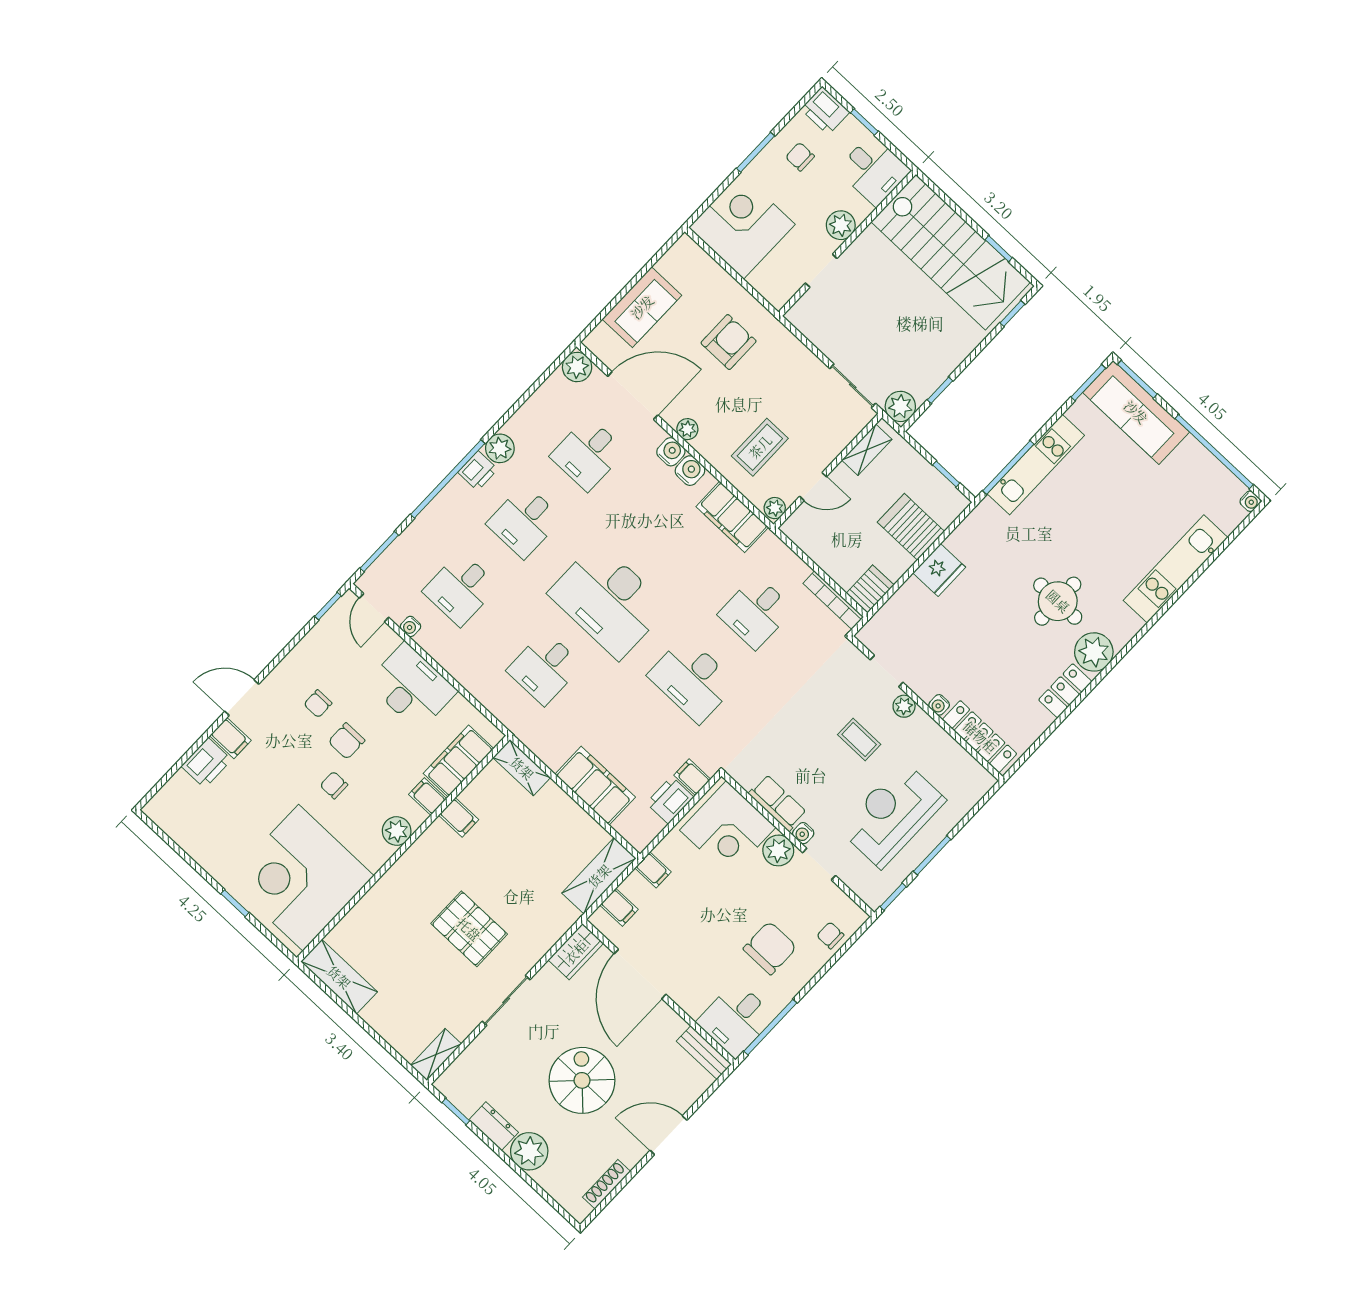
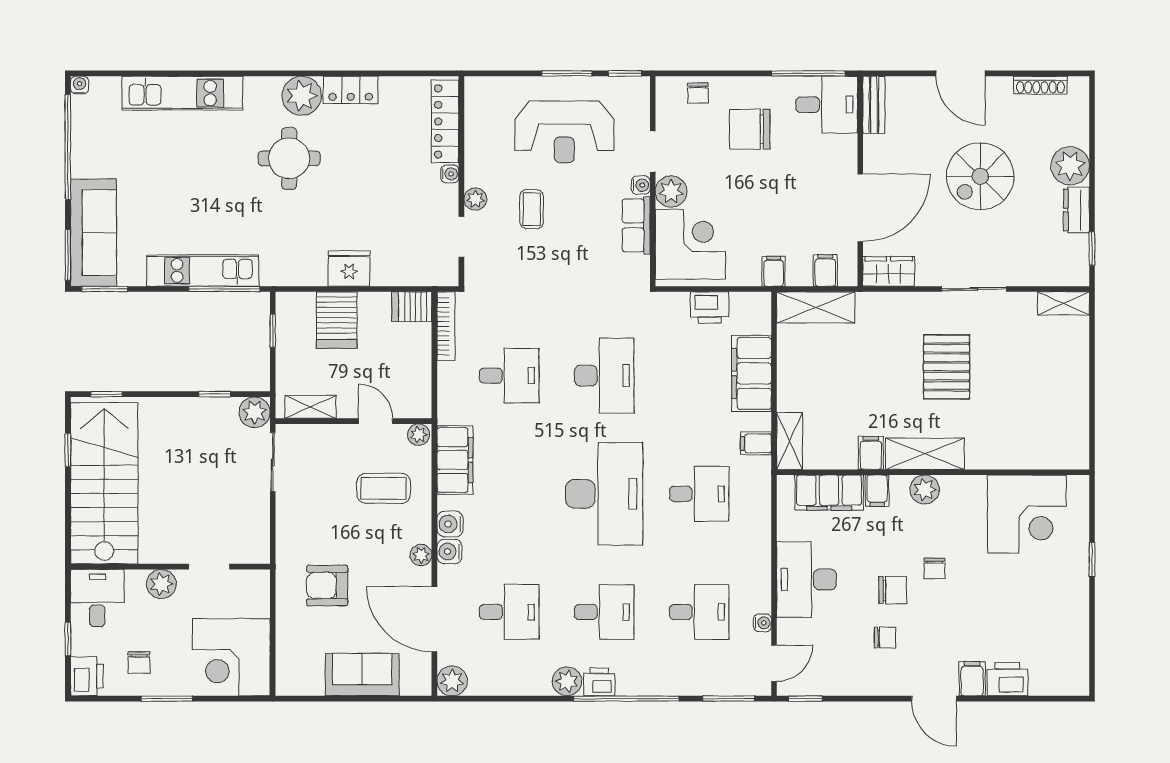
filing cabinet: (692, 777) -> (756, 443), moved, turned 90
corner desk: (301, 878) -> (1027, 514), width x0.74, depth x0.74
shelving: (339, 977) -> (925, 454), moved, turned 90

